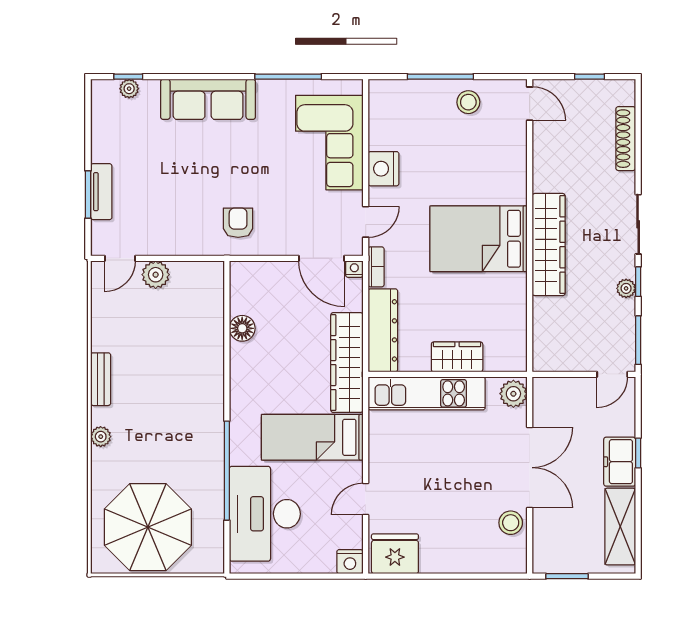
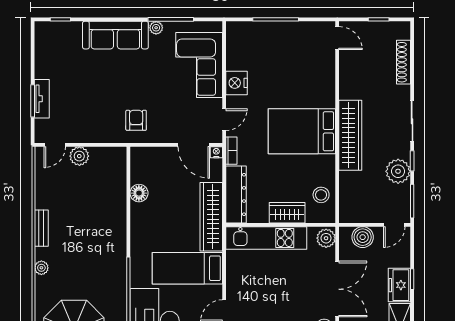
plant: (129, 89) -> (156, 28), moved
stool: (468, 102) -> (321, 195), moved
plant: (626, 288) -> (398, 171), width x1.87, depth x1.87
boiler: (566, 392) -> (363, 237), added

